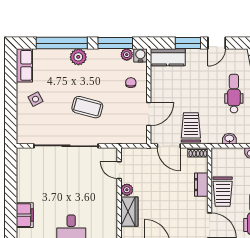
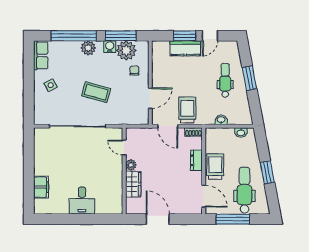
plant: (127, 55) -> (126, 50), width x1.88, depth x1.88
water cooler: (140, 55) -> (110, 47), moved
kitchen counter: (168, 57) -> (185, 48), moved
trolley: (223, 192) -> (215, 166), turned 180

